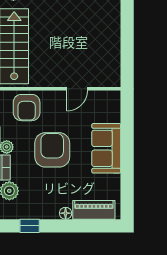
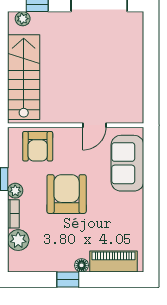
sofa: (106, 148) -> (127, 163), moved
window: (30, 226) -> (68, 279), moved

